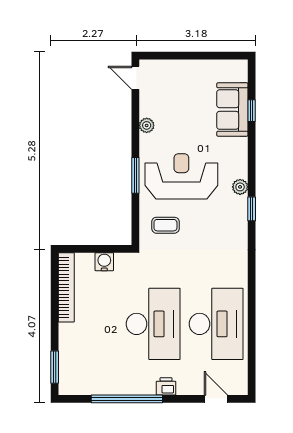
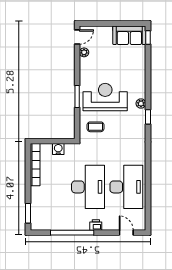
door: (135, 78) -> (77, 37), swing flipped
sofa: (232, 110) -> (129, 35), moved, turned -90
window: (252, 111) -> (148, 37), moved
plant: (147, 125) -> (84, 52), moved

